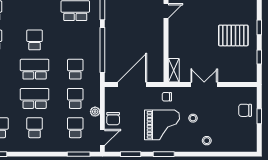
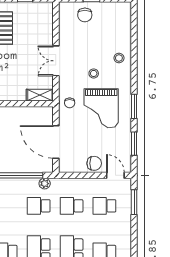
plant: (95, 112) -> (45, 184), moved
grand piano: (162, 125) -> (101, 108), turned 180

